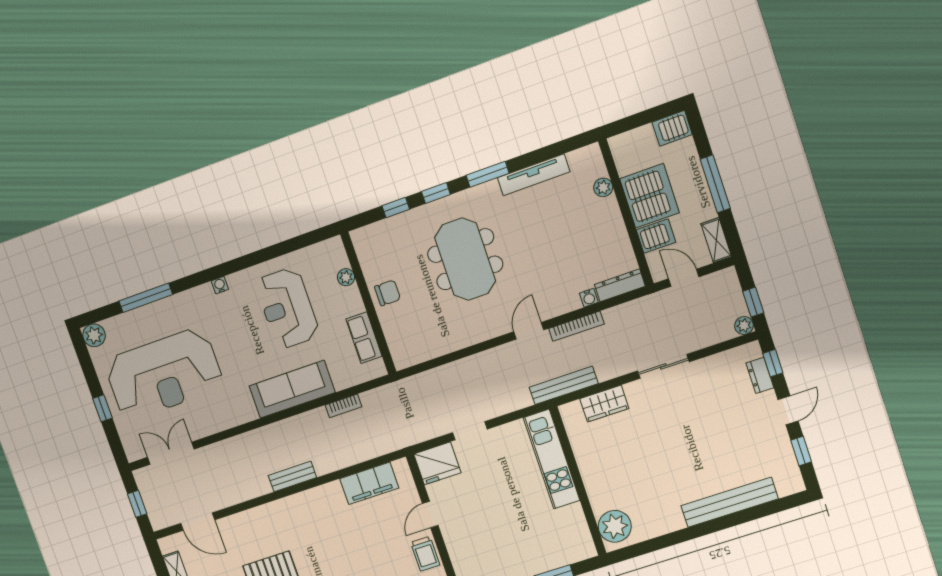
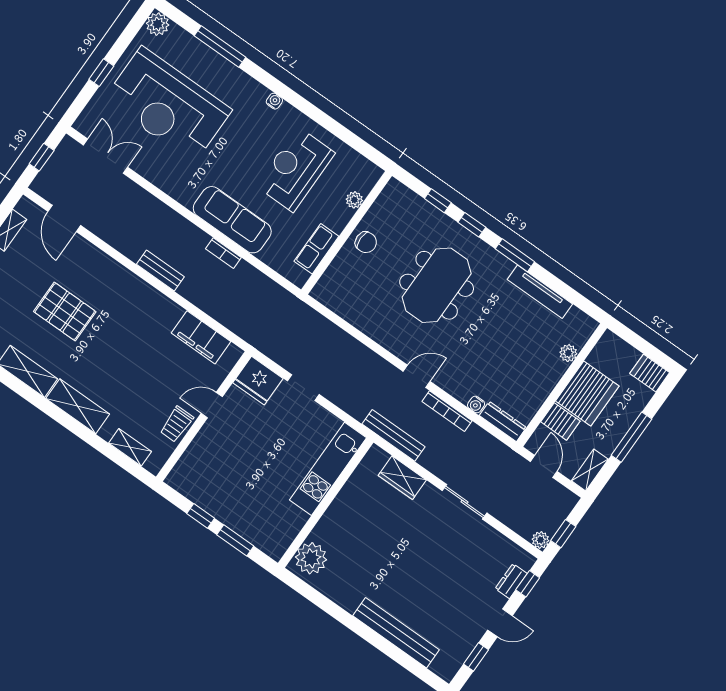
bookcase: (343, 406) -> (223, 253), moved

